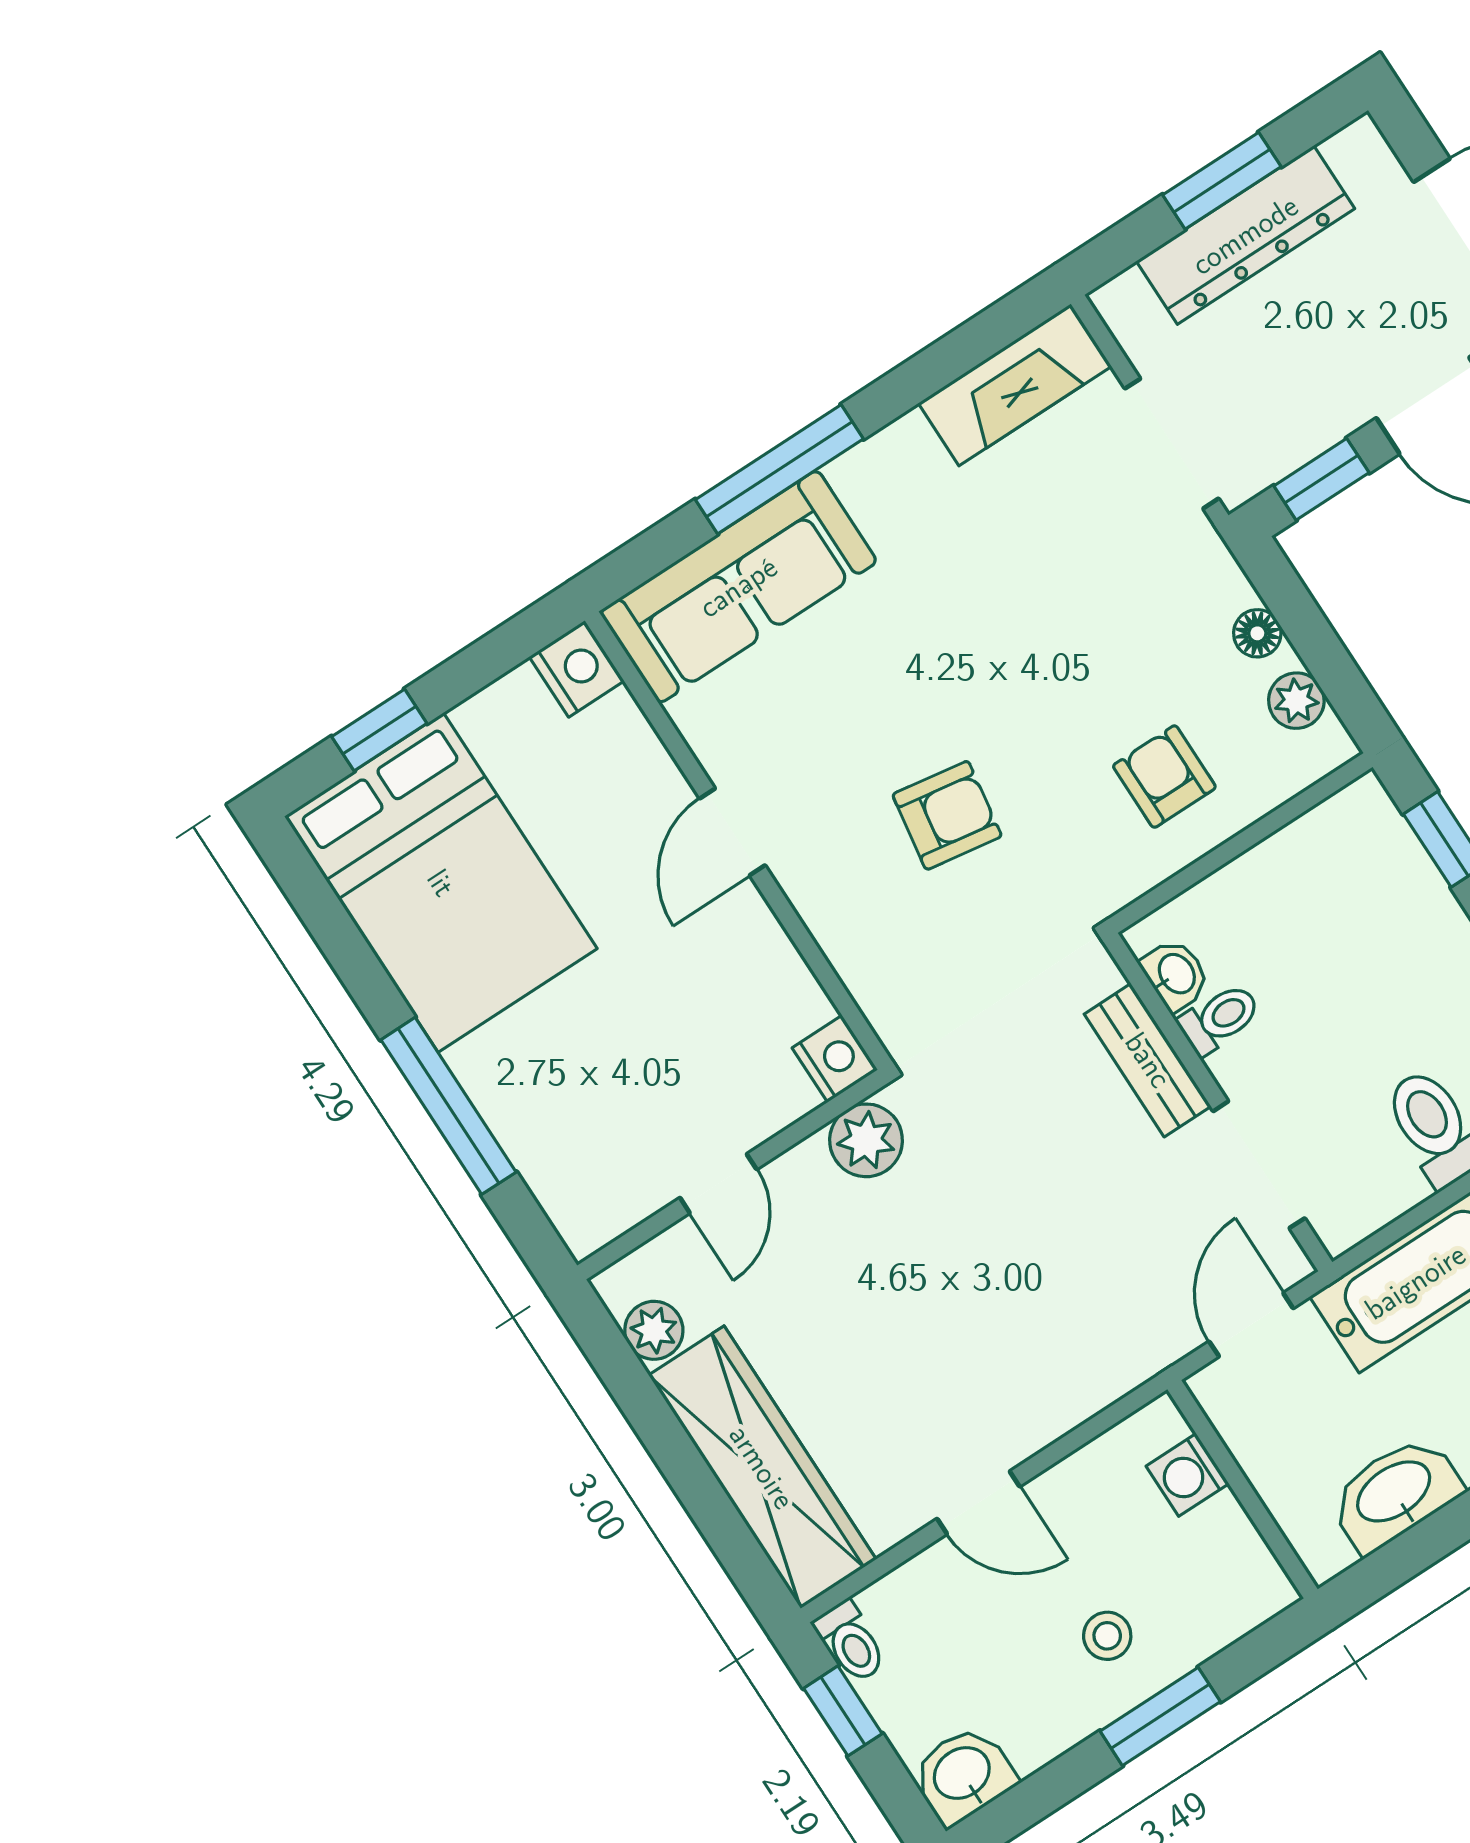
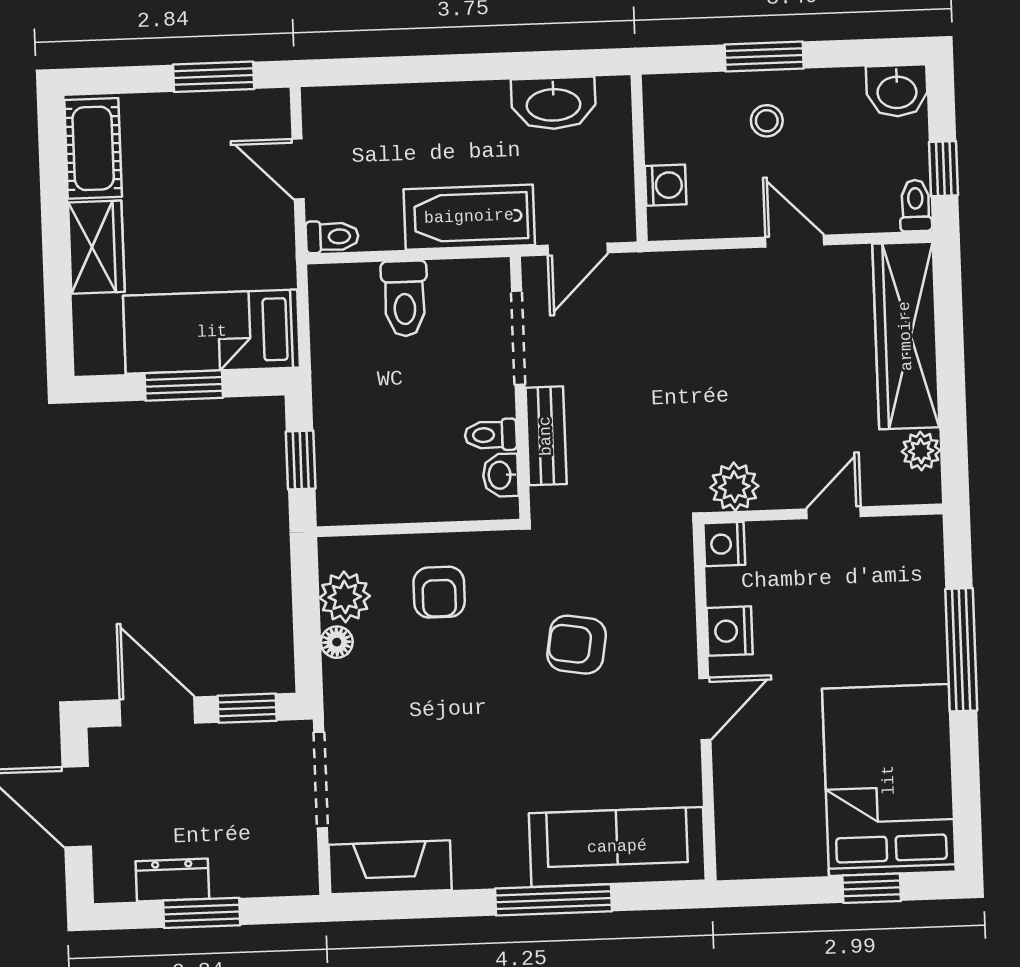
dresser: (1245, 235) -> (172, 880), width x0.51, depth x0.80
nightstand: (577, 669) -> (730, 631), moved
plant: (1296, 701) -> (345, 597), width x1.38, depth x1.38

